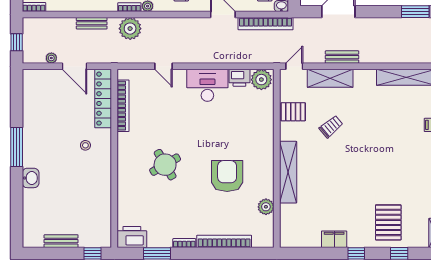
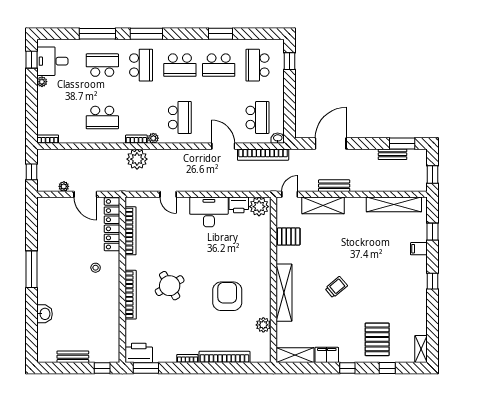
bench: (92, 23) -> (392, 154), moved
trolley: (331, 127) -> (336, 287), moved
bookcase: (123, 174) -> (131, 295), added
washbasin: (31, 178) -> (45, 314), moved
shelving: (300, 239) -> (295, 355), added
window: (157, 253) -> (146, 368), moved

